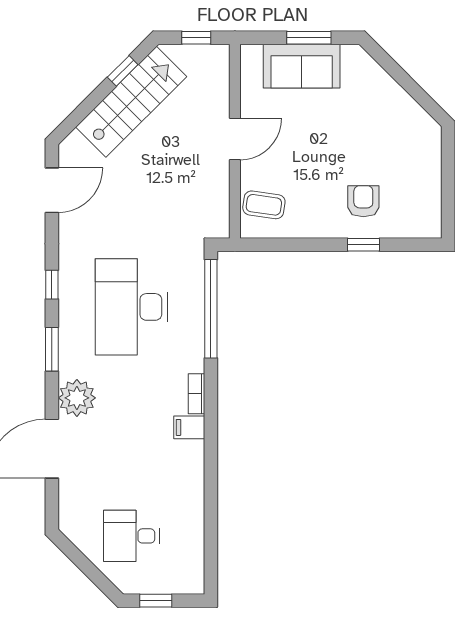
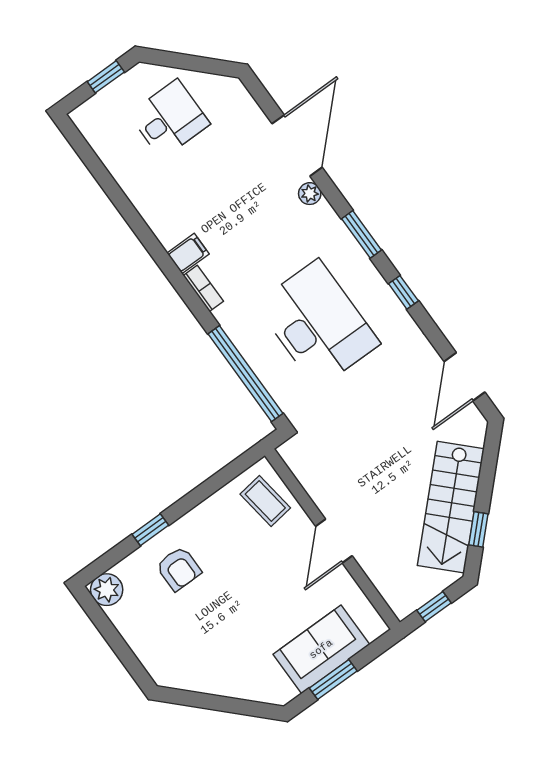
coffee table: (264, 205) -> (265, 501), turned 74
plant: (427, 224) -> (107, 590), added
plant: (77, 398) -> (310, 194), width x0.53, depth x0.53

